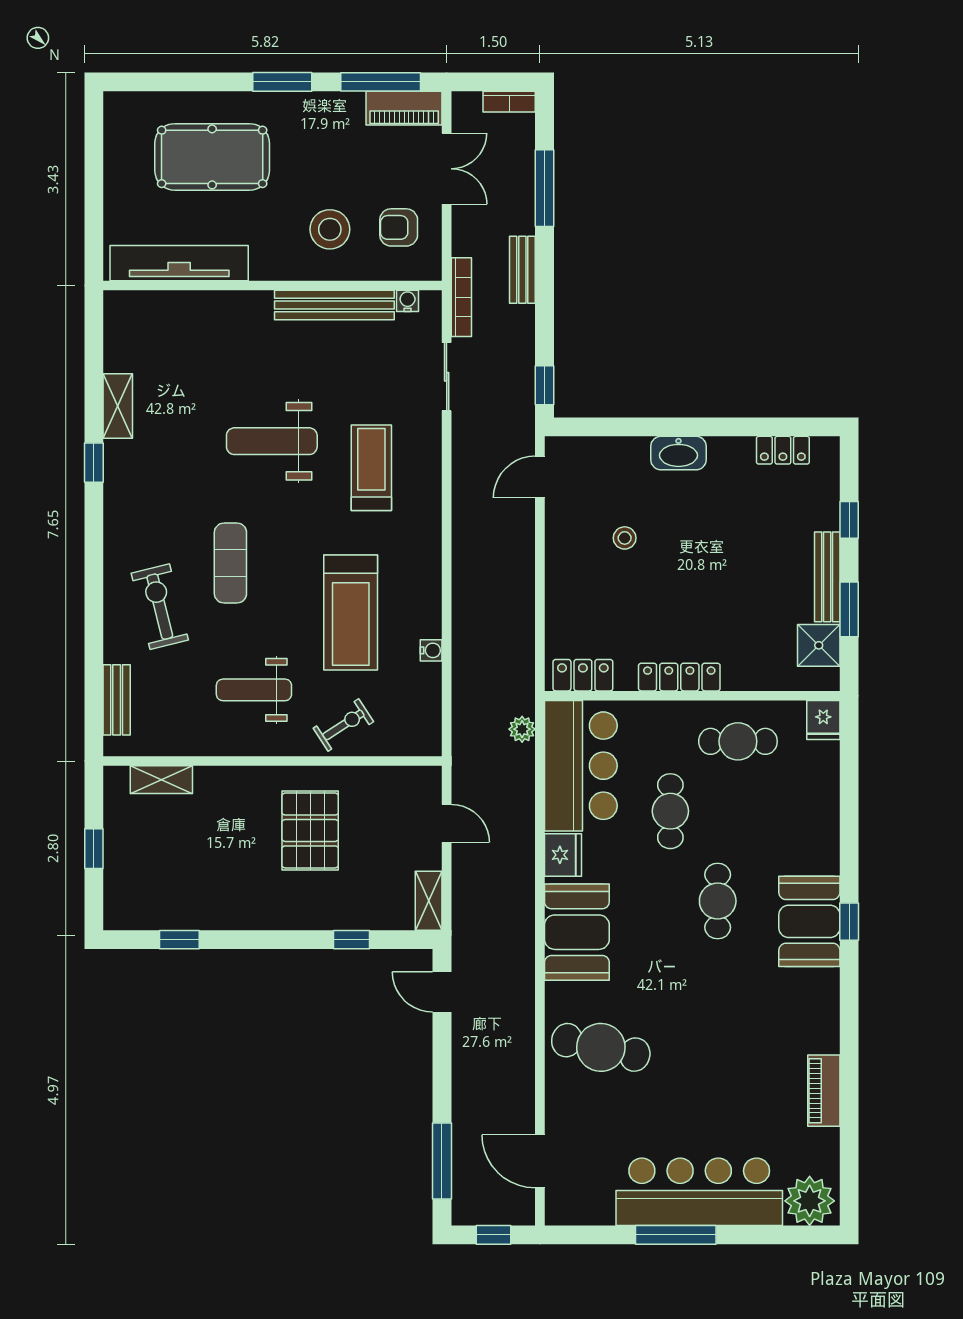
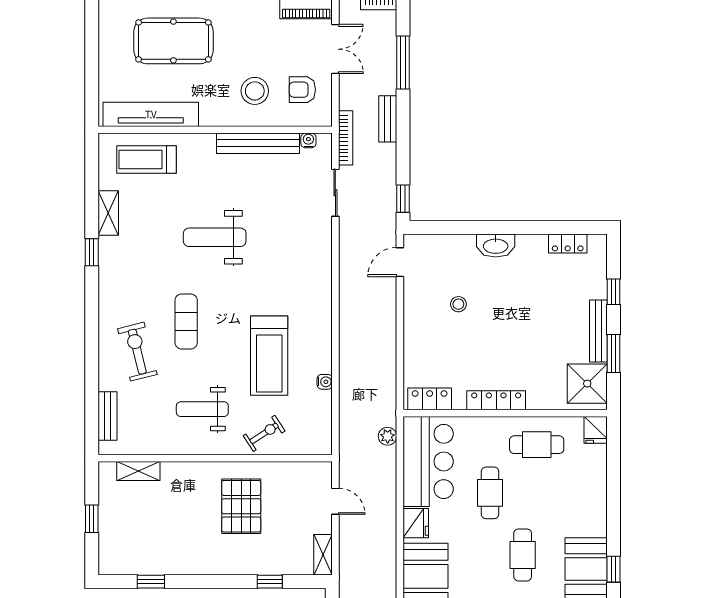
treadmill: (371, 468) -> (146, 159), moved, turned -90
shower: (819, 645) -> (587, 384), width x1.36, depth x1.36

